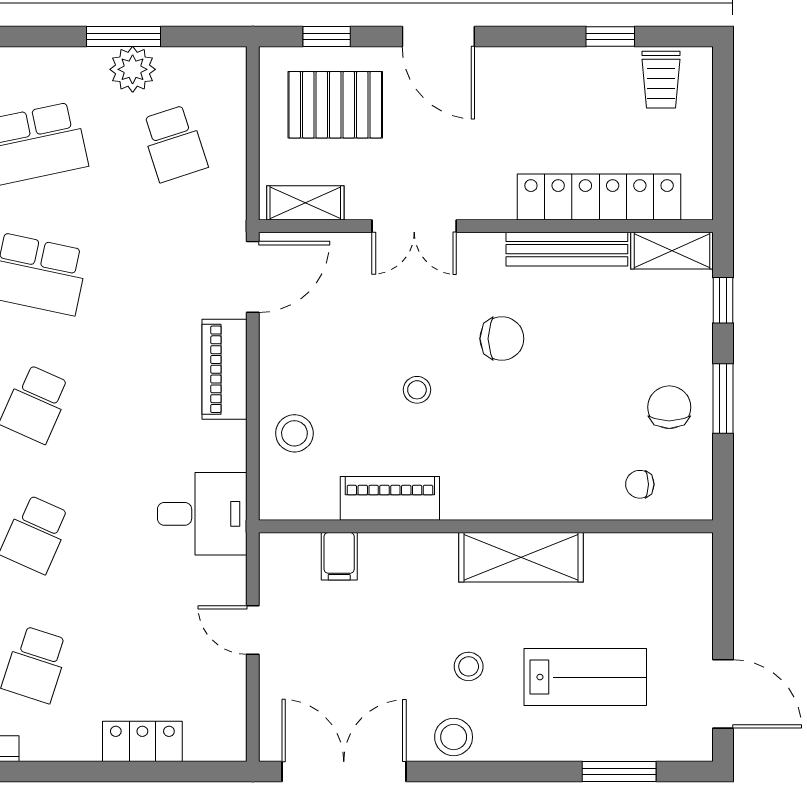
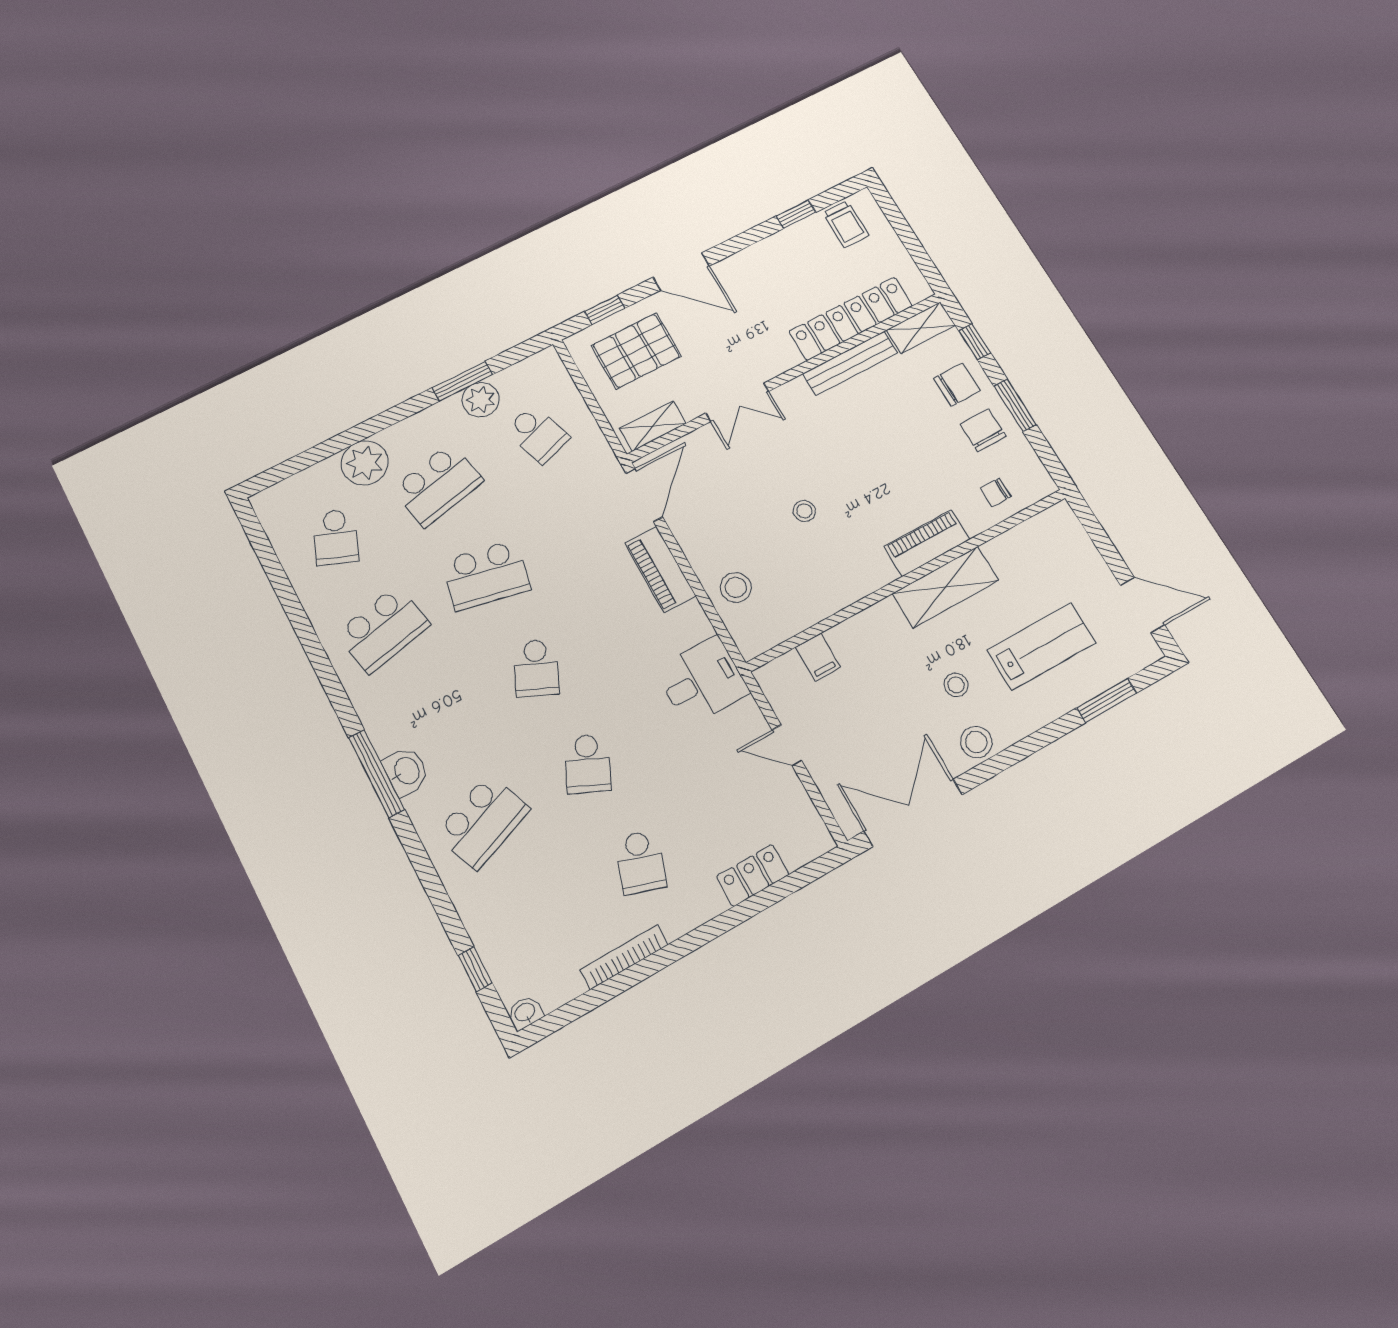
chair: (502, 339) -> (957, 385), moved
piano: (390, 498) -> (927, 543), moved

